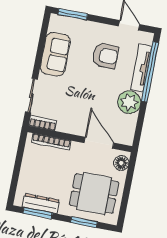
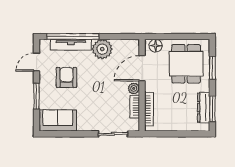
window: (73, 14) -> (36, 96), moved
sofa: (55, 54) -> (58, 120), moved
bookcase: (43, 123) -> (135, 107), moved
plant: (78, 129) -> (134, 88), added

